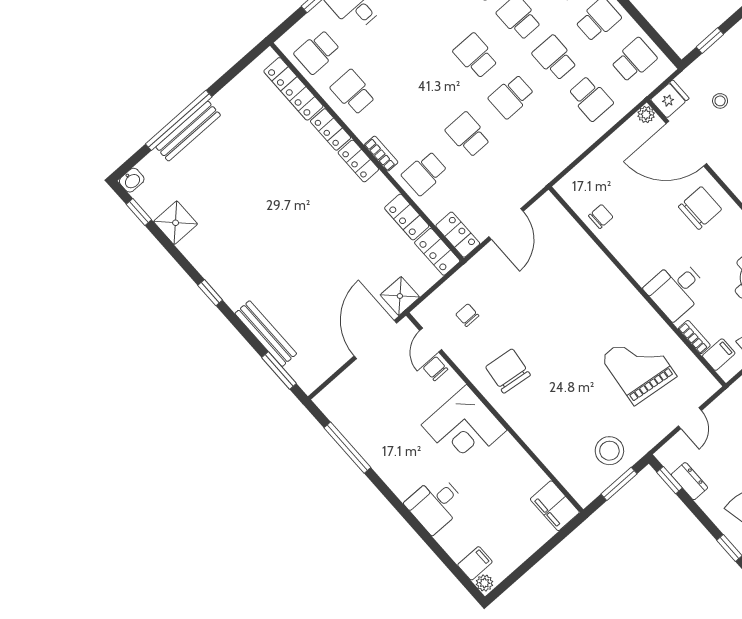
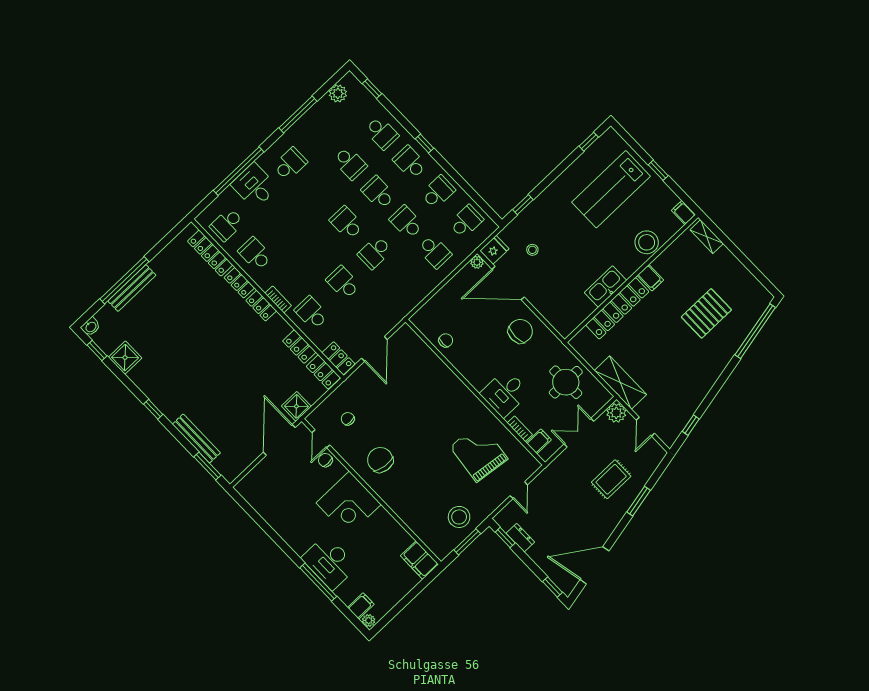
school desk: (425, 173) -> (311, 313), turned 90
window: (347, 448) -> (318, 582), moved
desk: (435, 504) -> (329, 562), width x1.37

